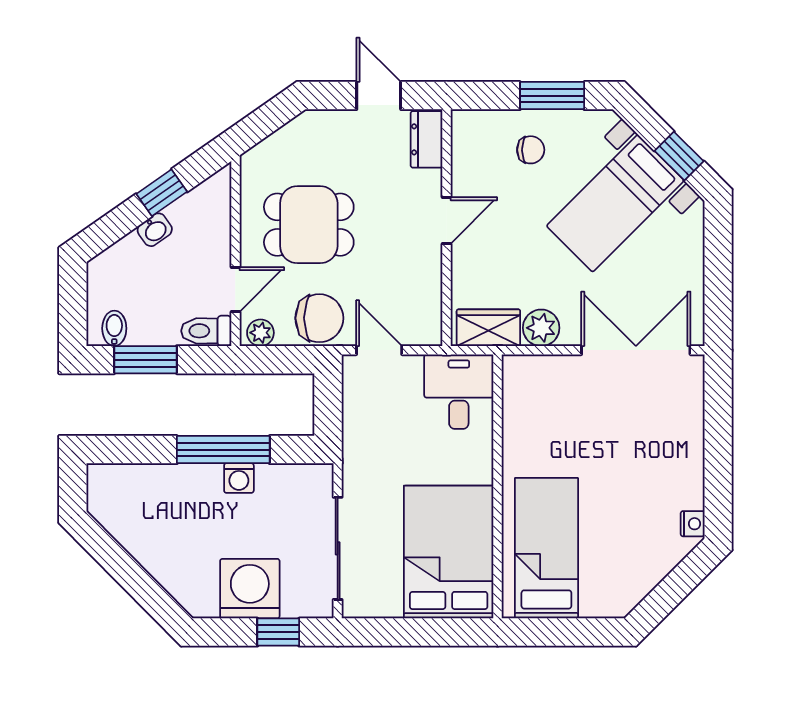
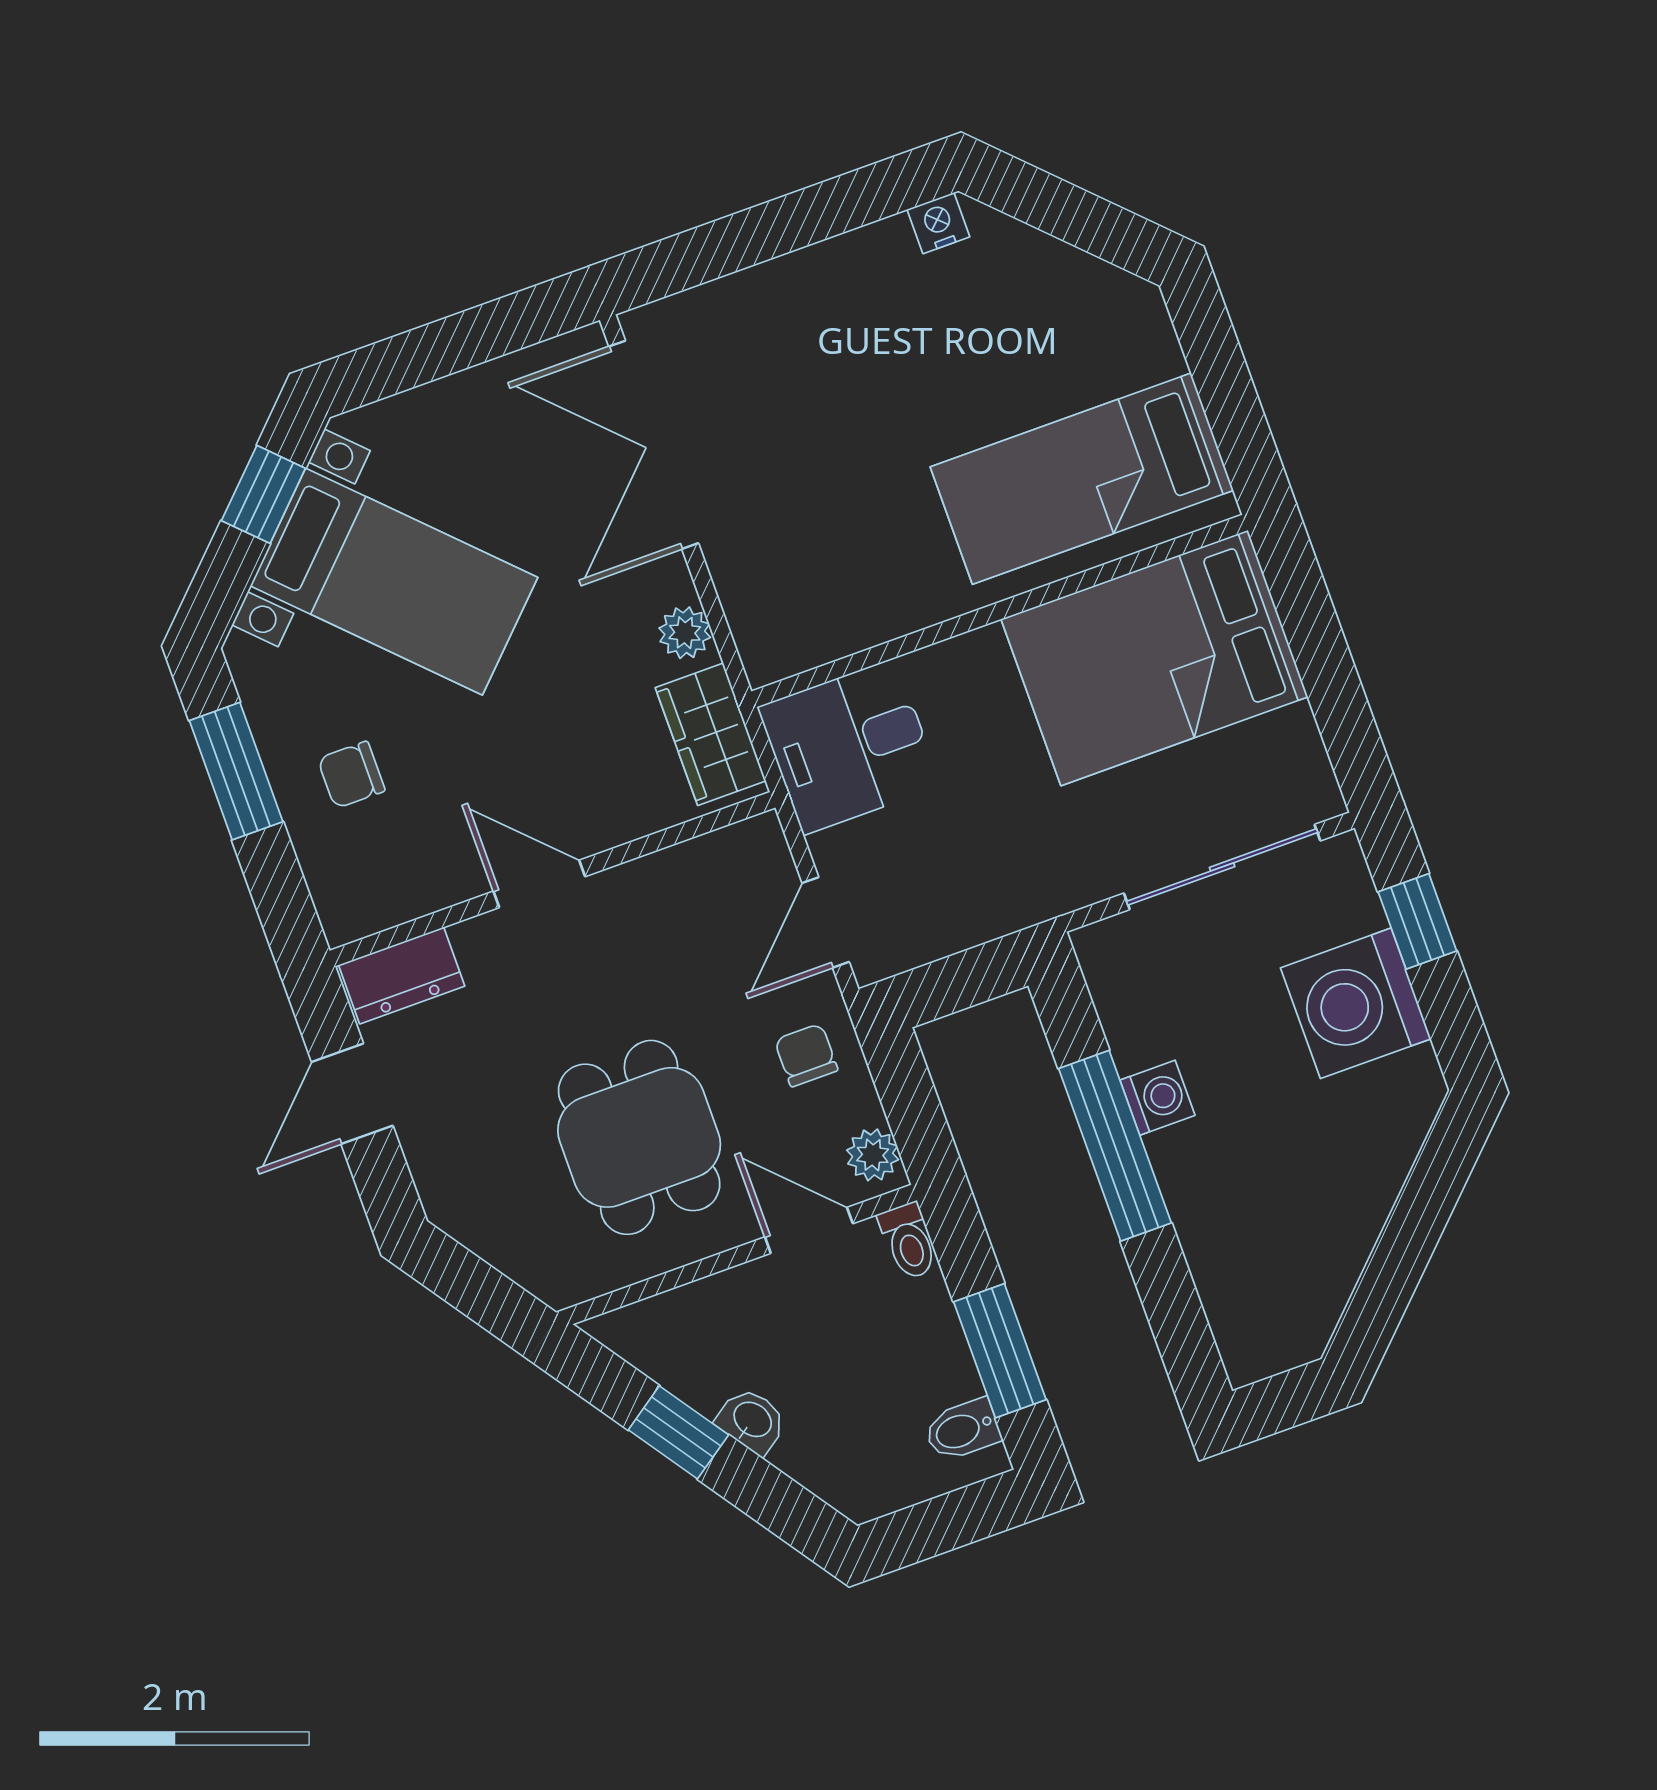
chair: (531, 150) -> (351, 775), turned -90
chair: (319, 318) -> (806, 1055), width x0.54, depth x0.54
plant: (541, 328) -> (685, 633), width x0.73, depth x0.73
toilet: (206, 331) -> (908, 1241), width x0.73, depth x0.72

